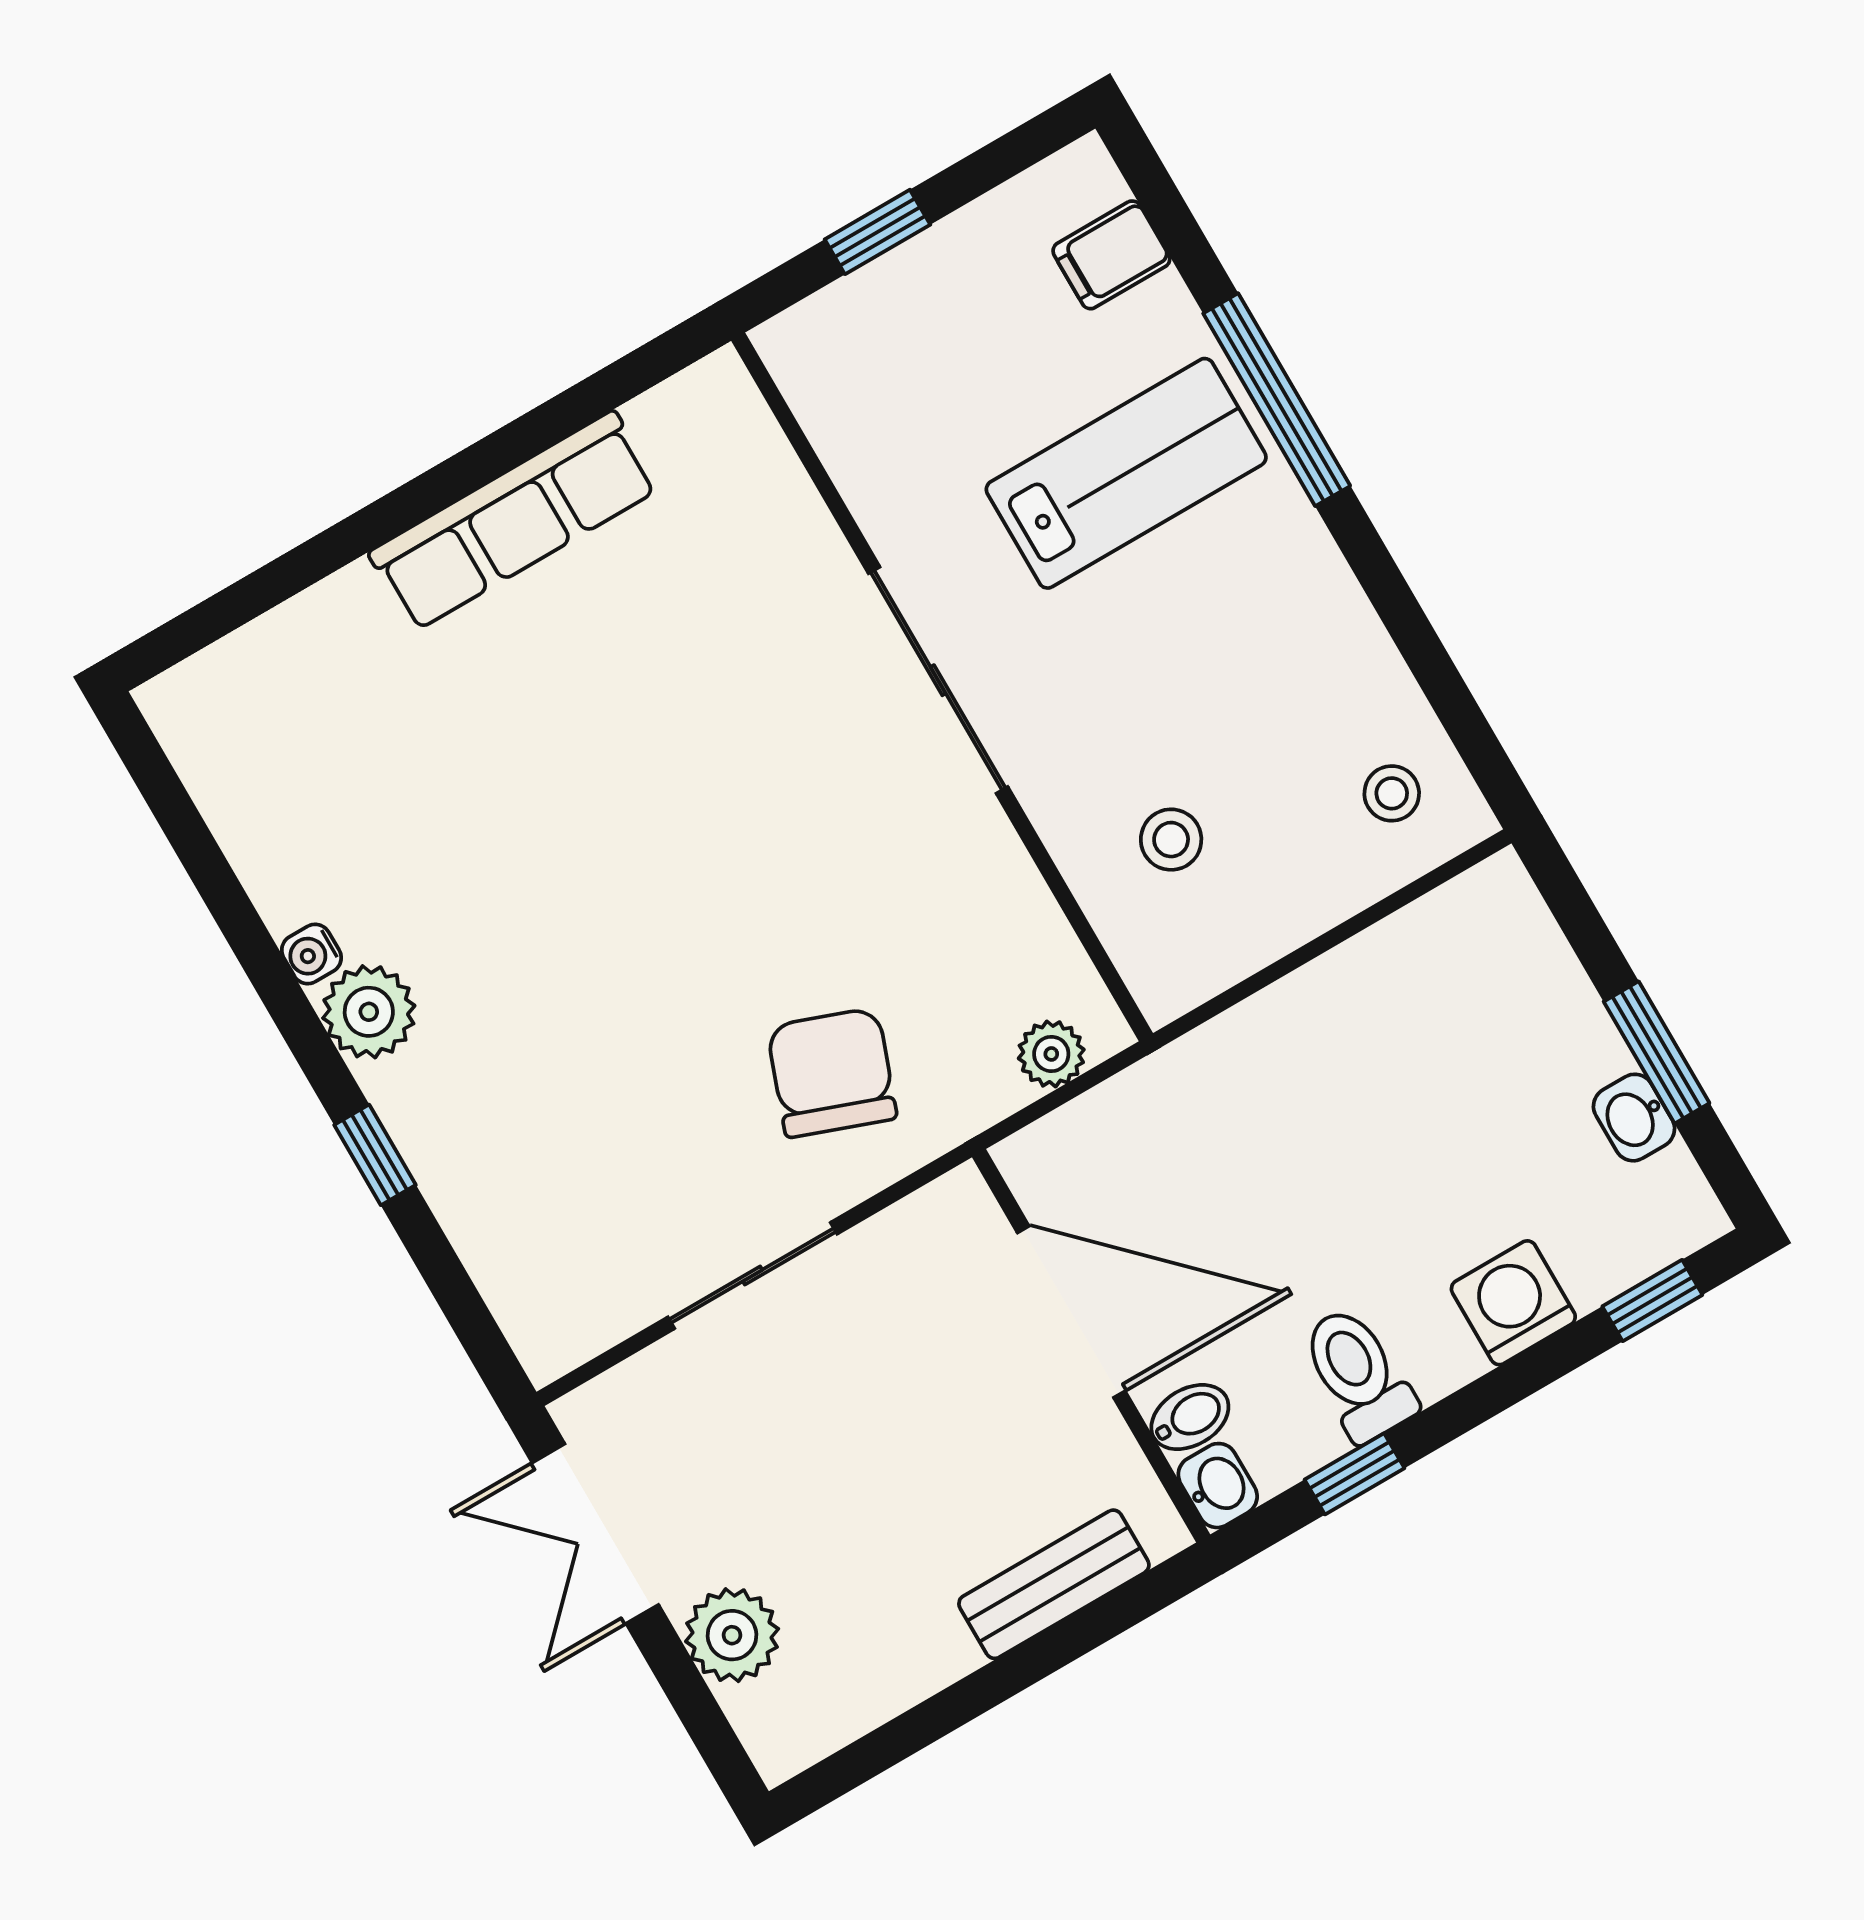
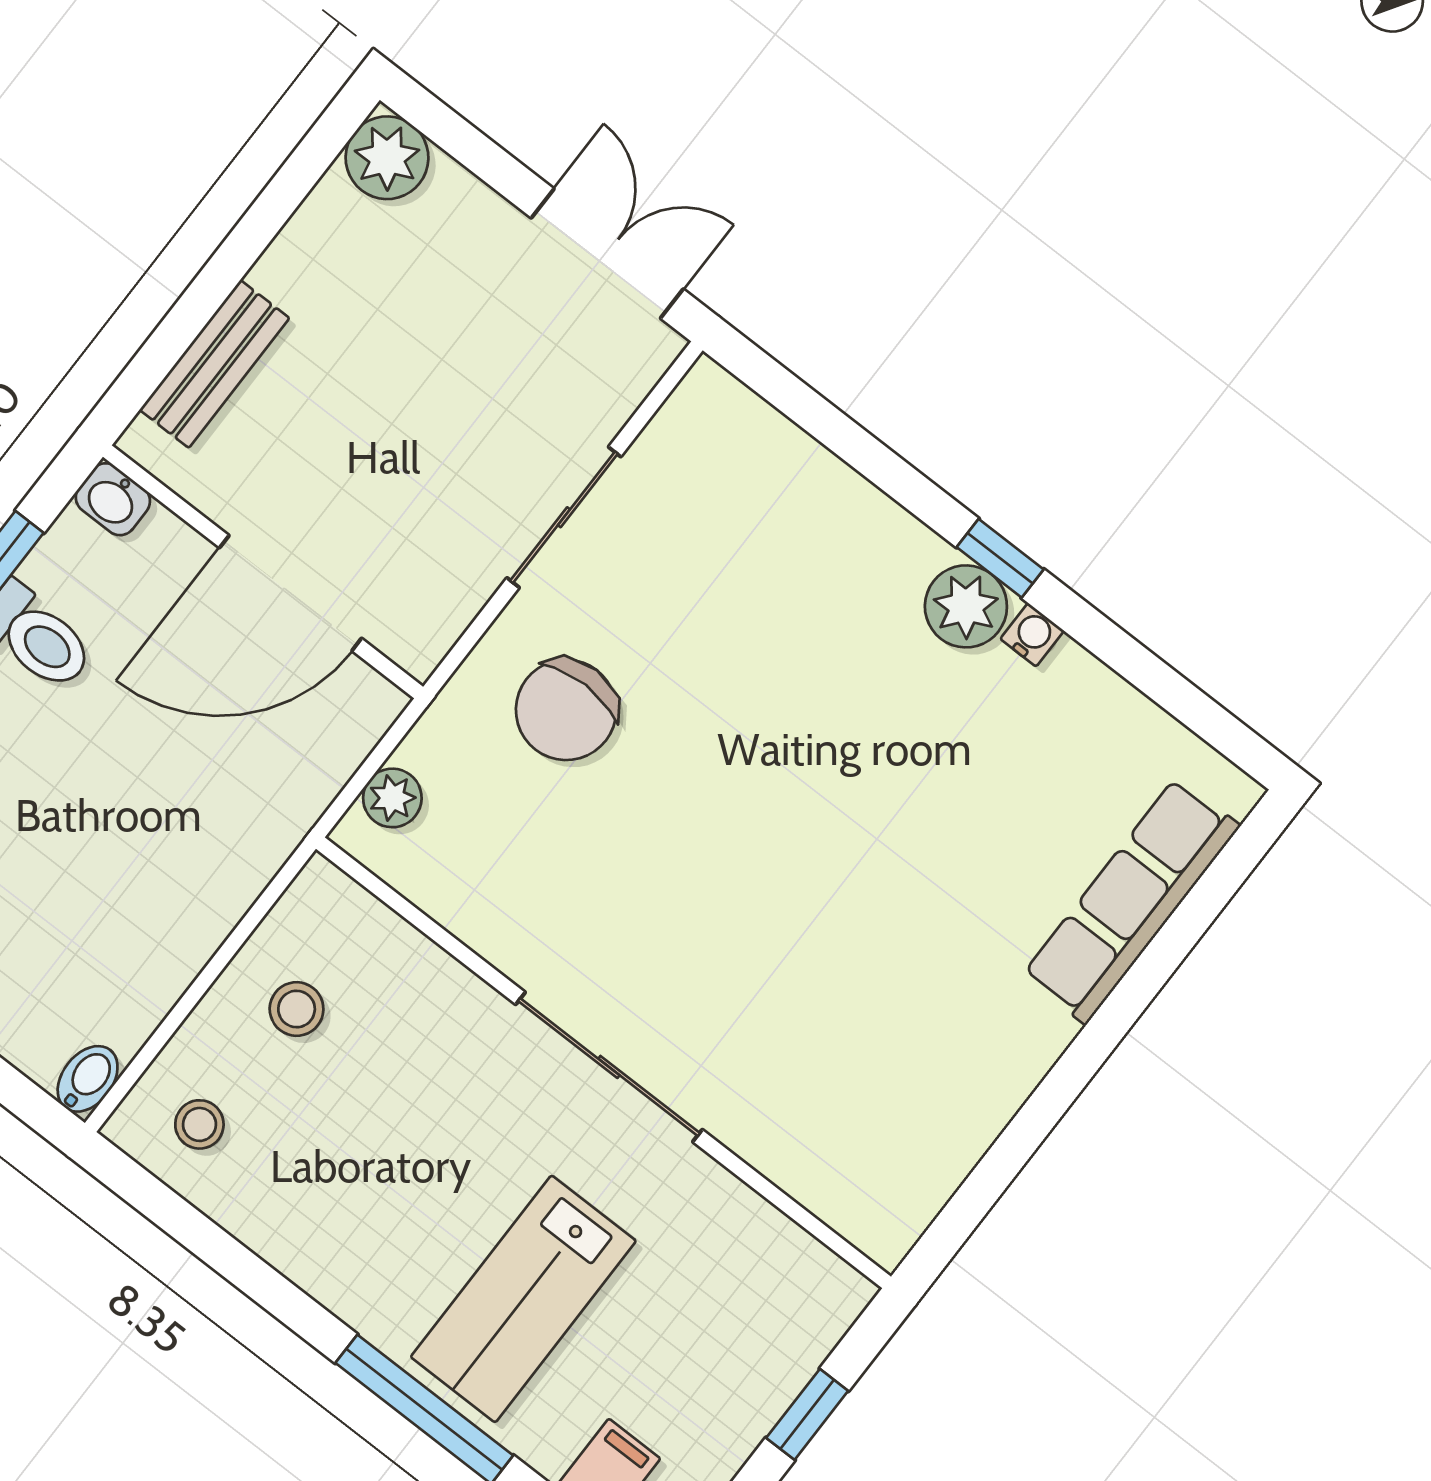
row of seats: (514, 521) -> (1131, 901), moved
stool: (1171, 840) -> (297, 1009), moved
chair: (832, 1073) -> (566, 710), turned 70
window: (375, 1155) -> (1000, 558), moved
bidet: (1190, 1417) -> (88, 1079), moved, turned 180
plant: (732, 1635) -> (387, 158), moved

